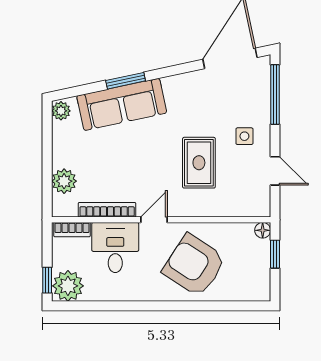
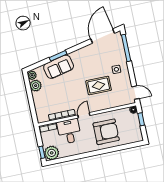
sofa: (122, 104) -> (59, 67), width x0.73
rug: (199, 163) -> (99, 86), turned 90
door: (275, 171) -> (136, 93), moved
plant: (64, 181) -> (36, 86), moved
armchair: (194, 265) -> (106, 132), turned 147

